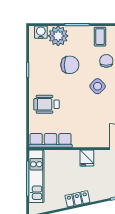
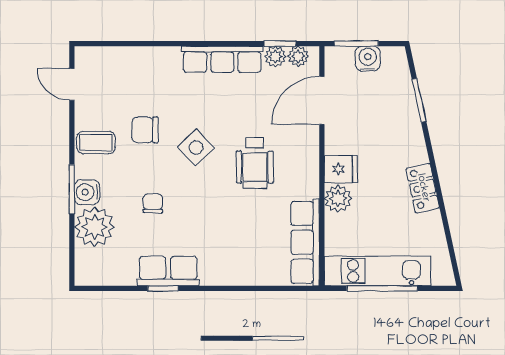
water cooler: (41, 32) -> (87, 192), moved
chair: (70, 65) -> (153, 203), width x0.54, depth x0.54
row of seats: (36, 72) -> (168, 271), added
wheelchair: (46, 104) -> (255, 163), moved
plant: (72, 157) -> (338, 198), added

